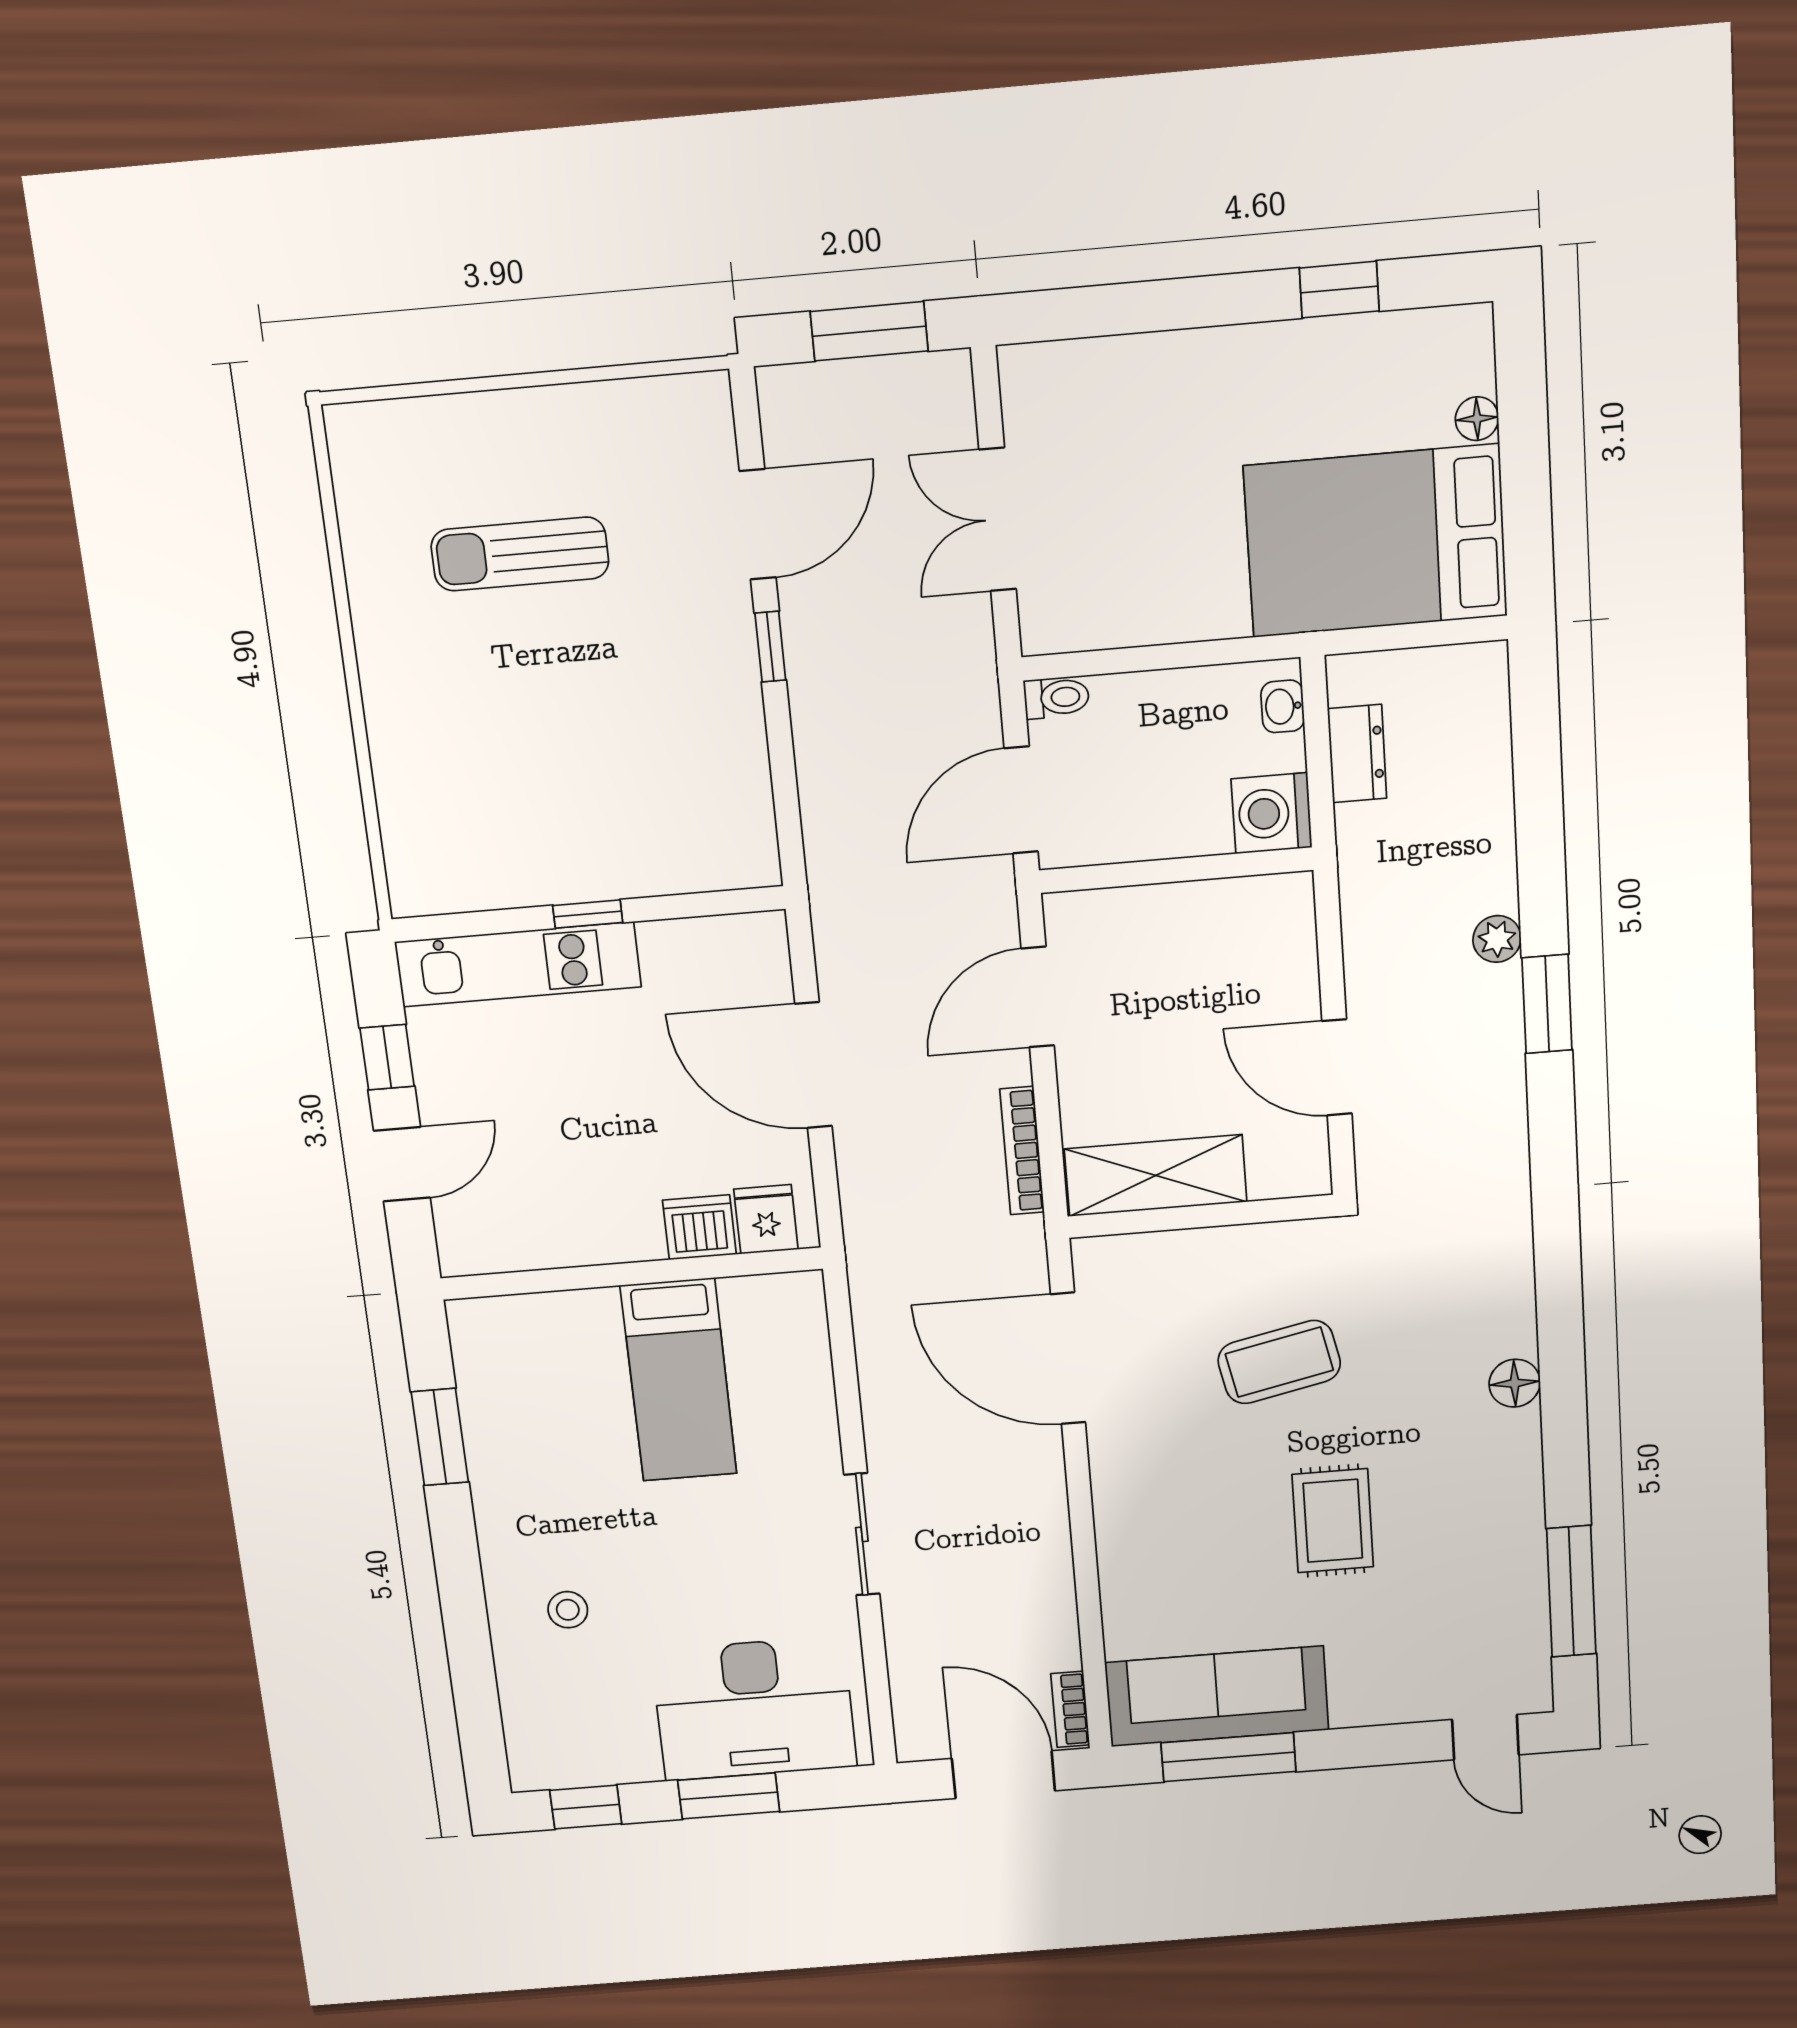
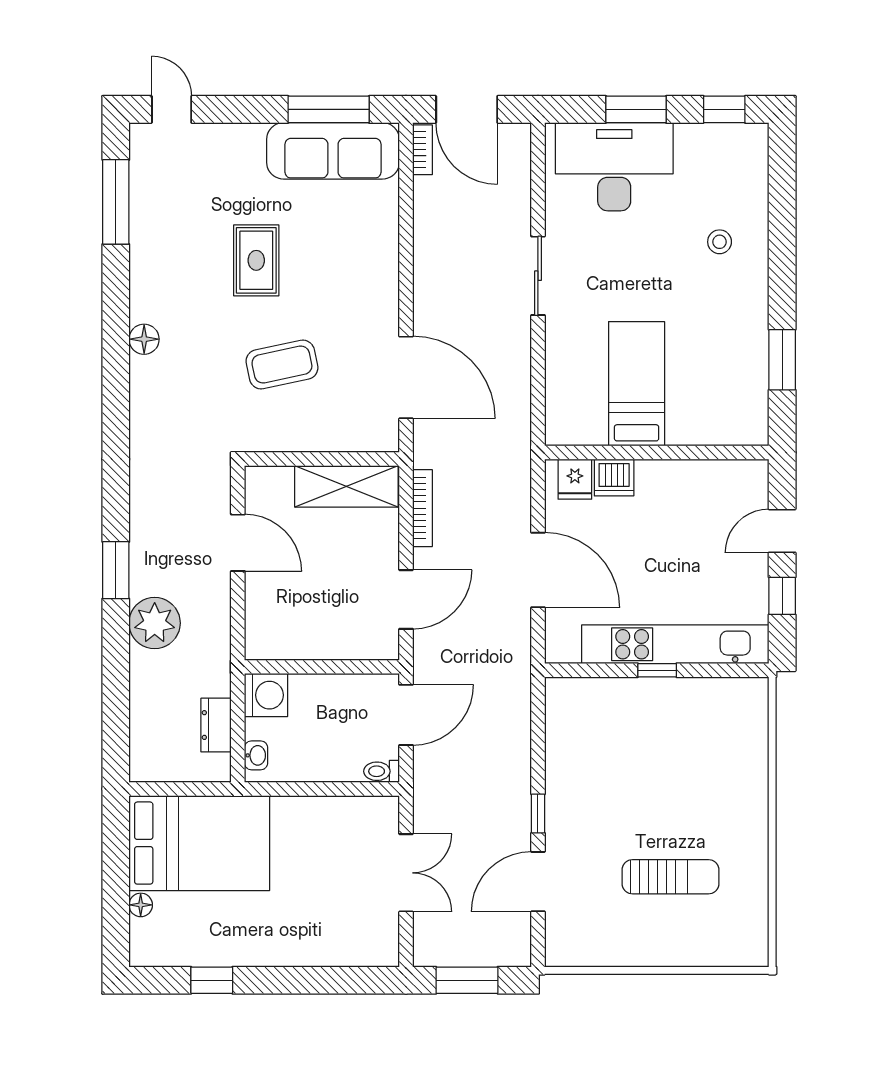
plant: (1497, 939) -> (155, 623), width x1.87, depth x1.87
kitchen unit: (518, 964) -> (675, 644), width x1.36

